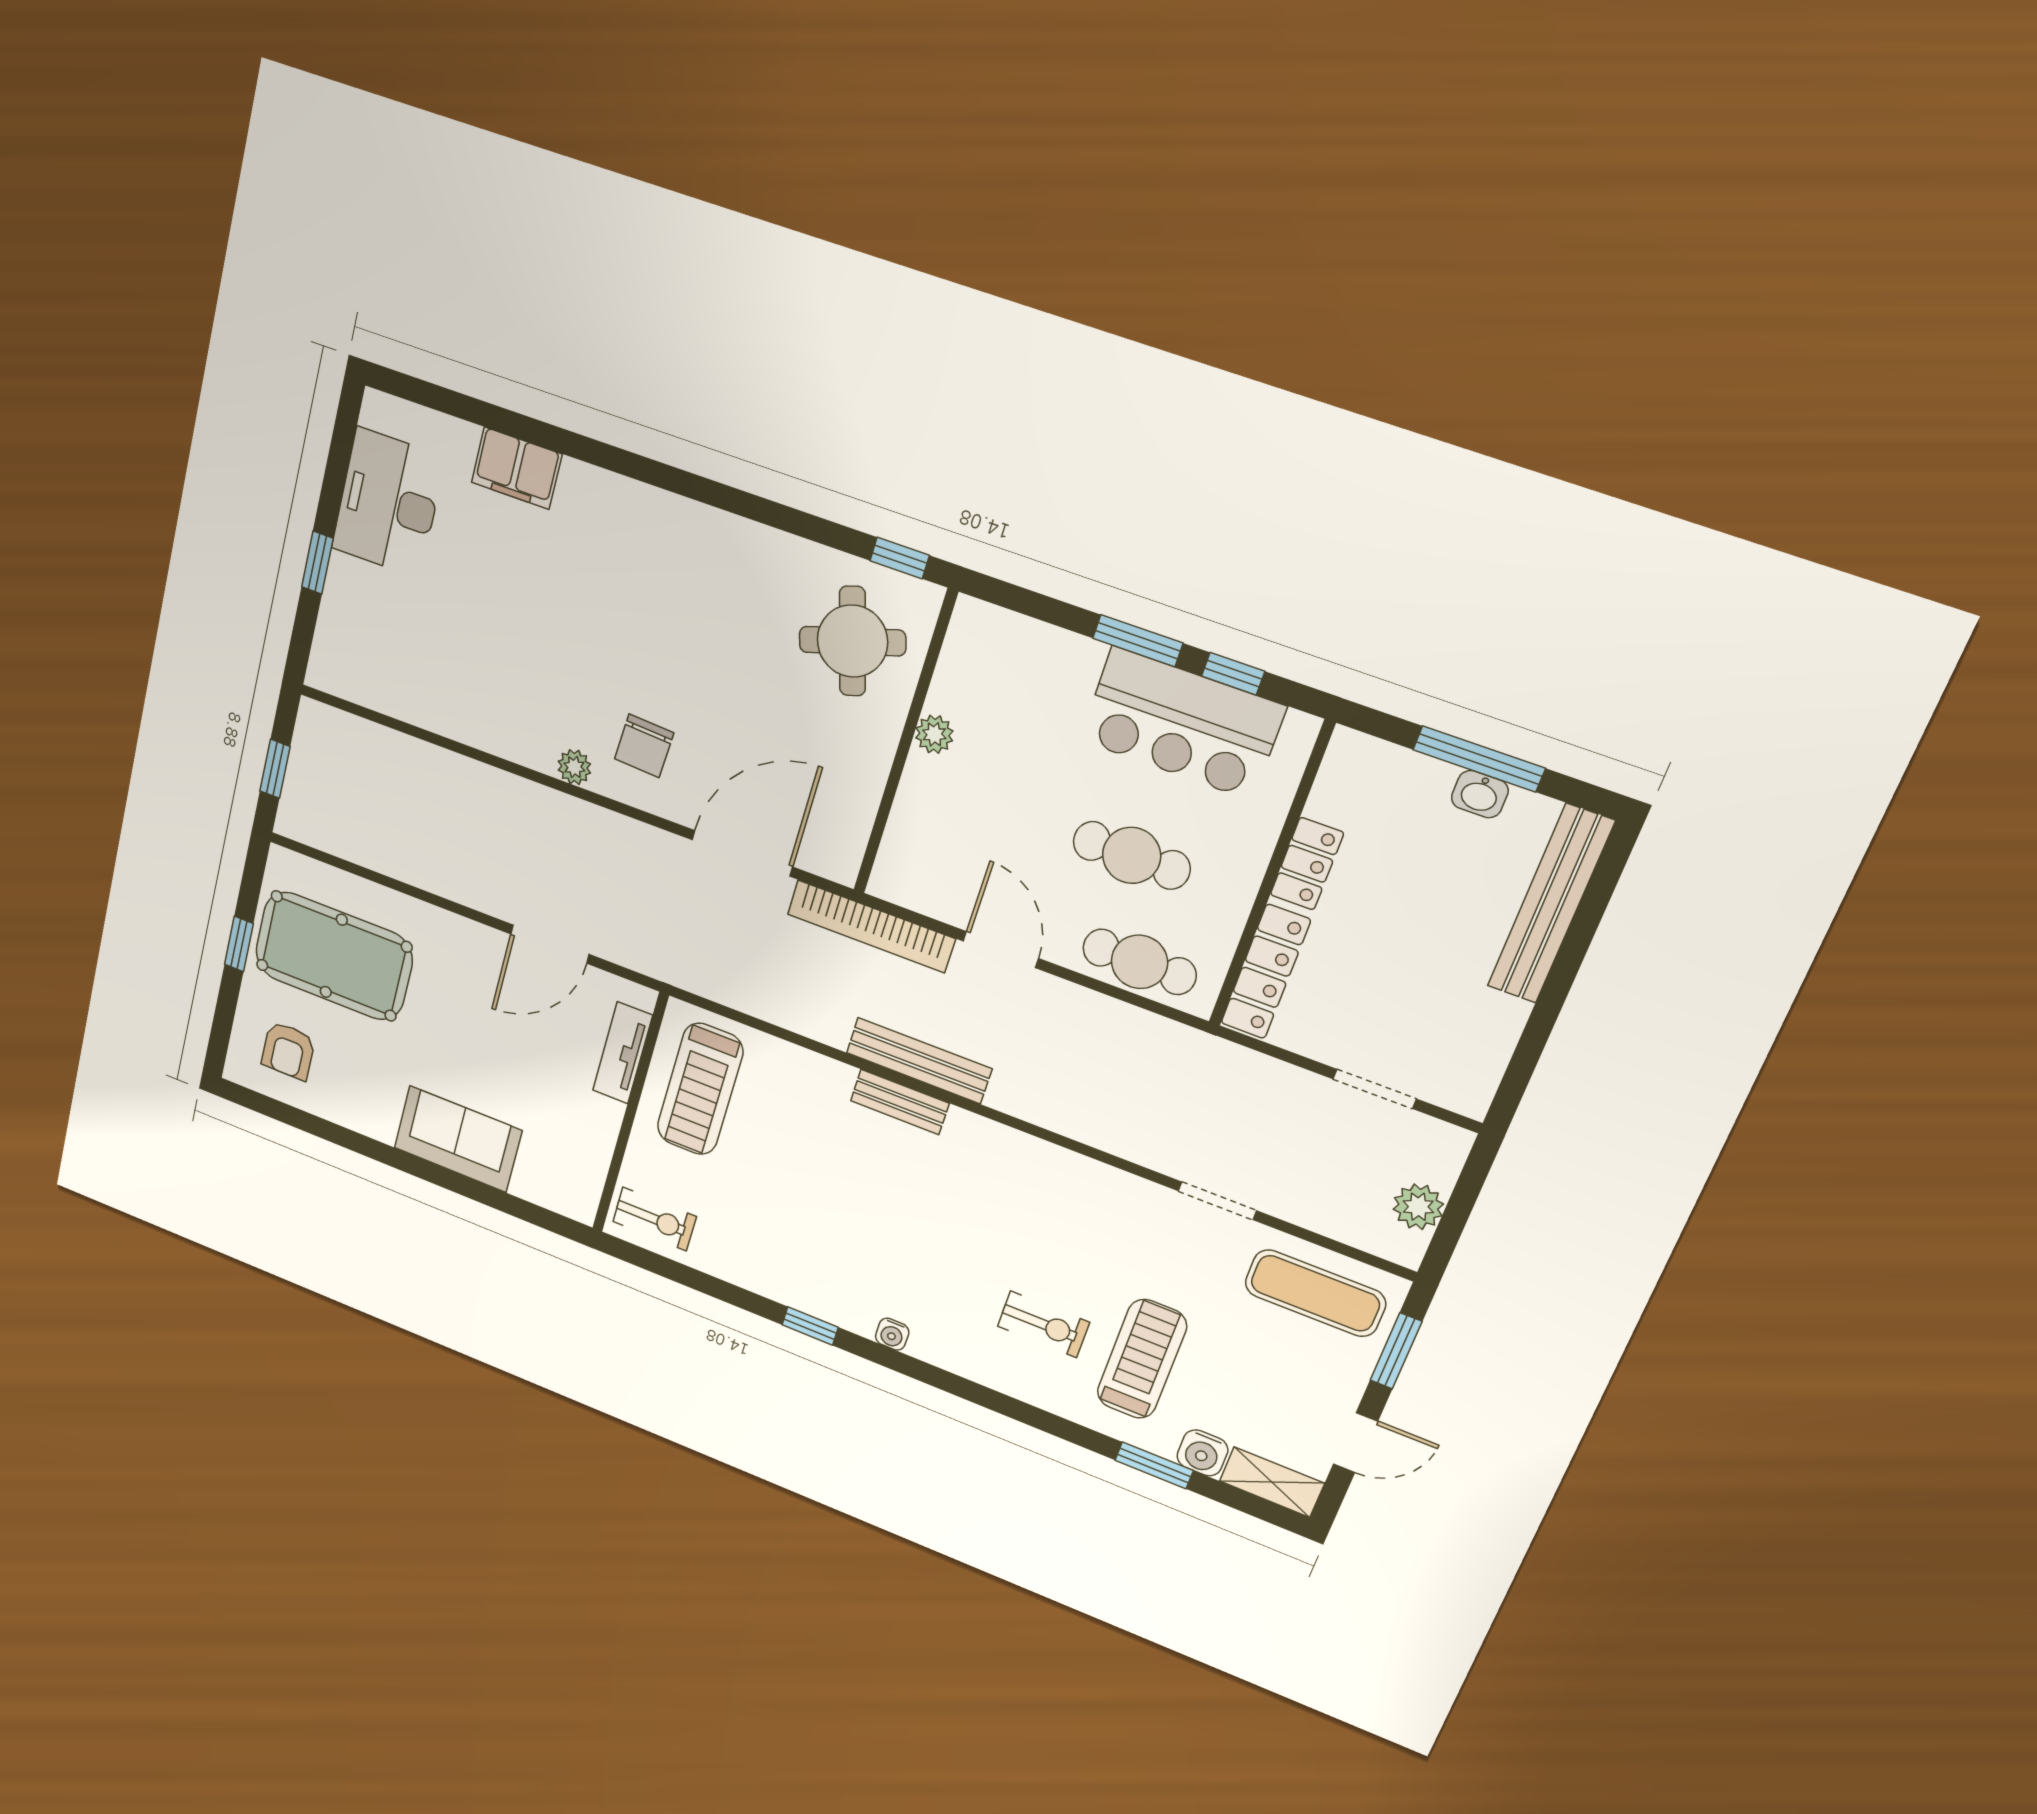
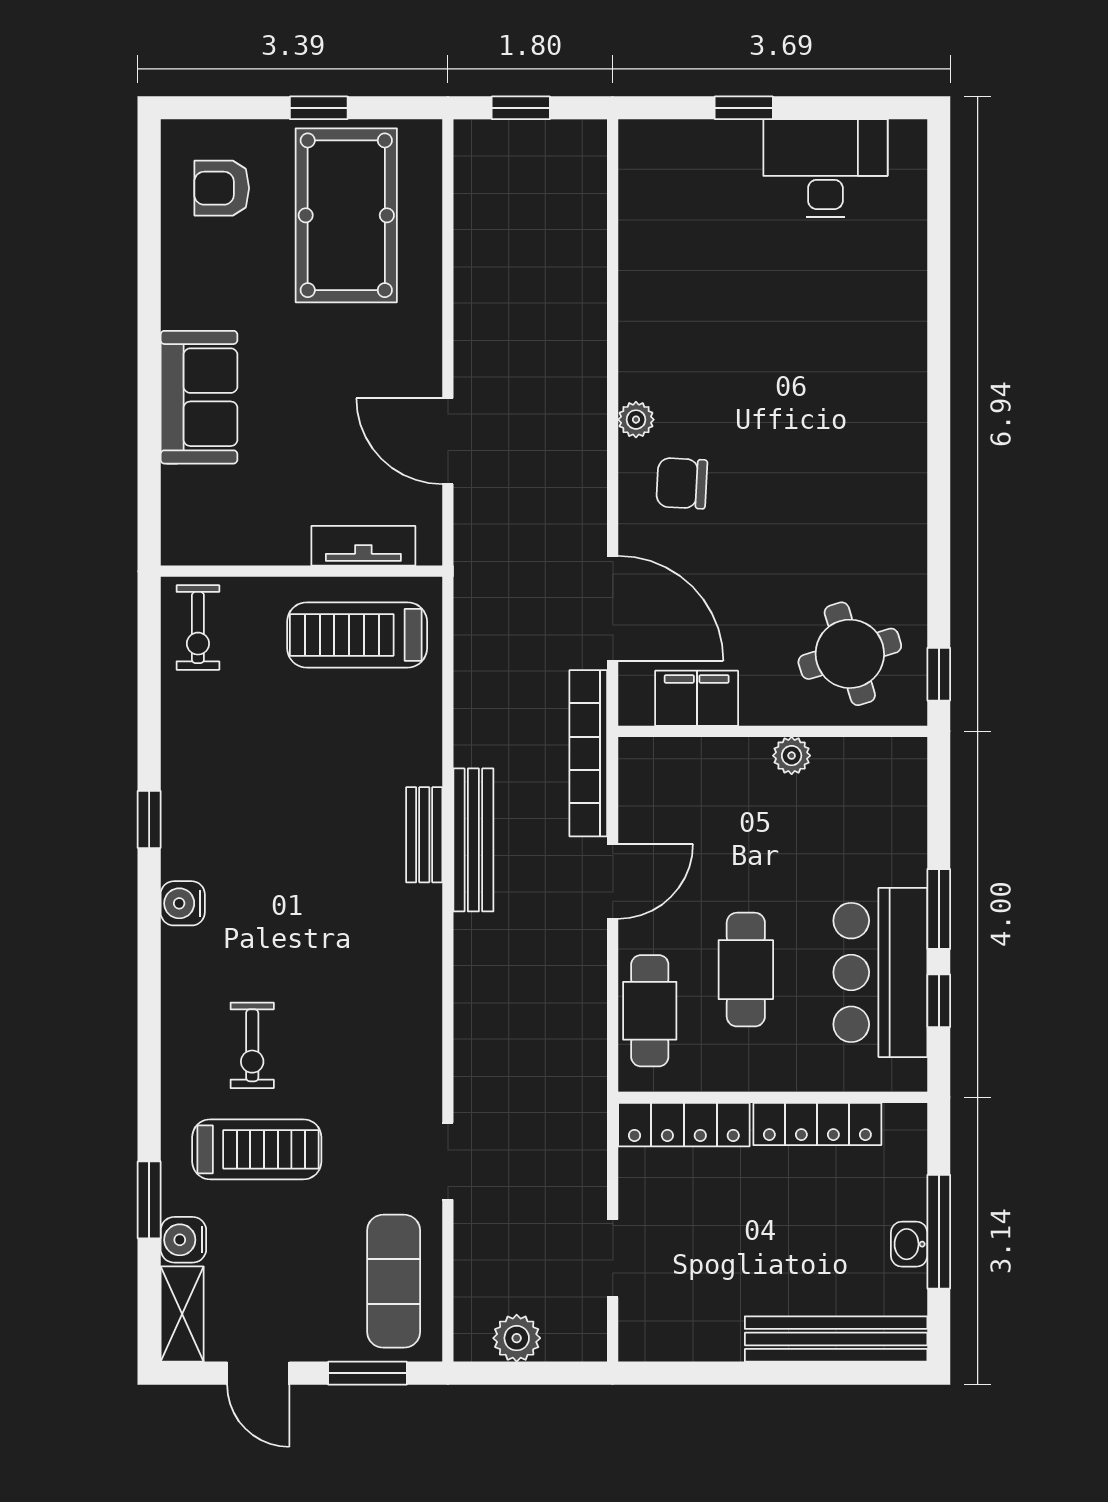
filing cabinet: (517, 468) -> (697, 698), moved, turned 90
locker: (1307, 864) -> (817, 1124), width x1.53
water cooler: (892, 1334) -> (183, 903), width x1.38, depth x1.38

